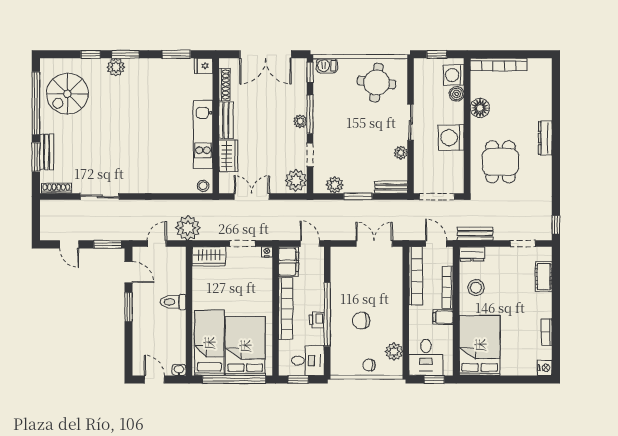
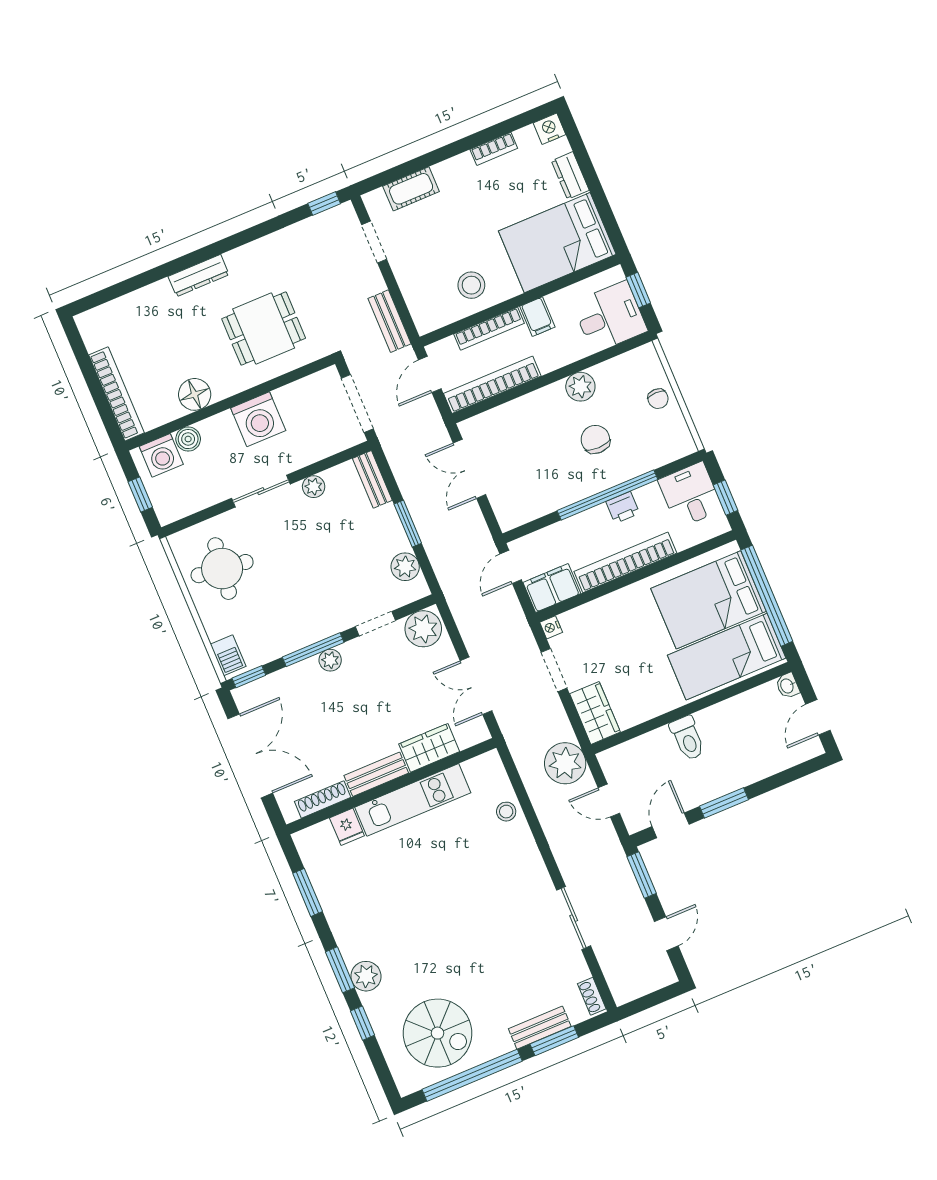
fridge: (203, 66) -> (347, 827), moved
stool: (203, 186) -> (506, 812), moved
shoe rack: (56, 188) -> (592, 996), width x0.70
dresser: (472, 254) -> (570, 176), moved, turned 180
chair: (361, 321) -> (595, 439), turned 180
plant: (394, 351) -> (580, 387), moved

